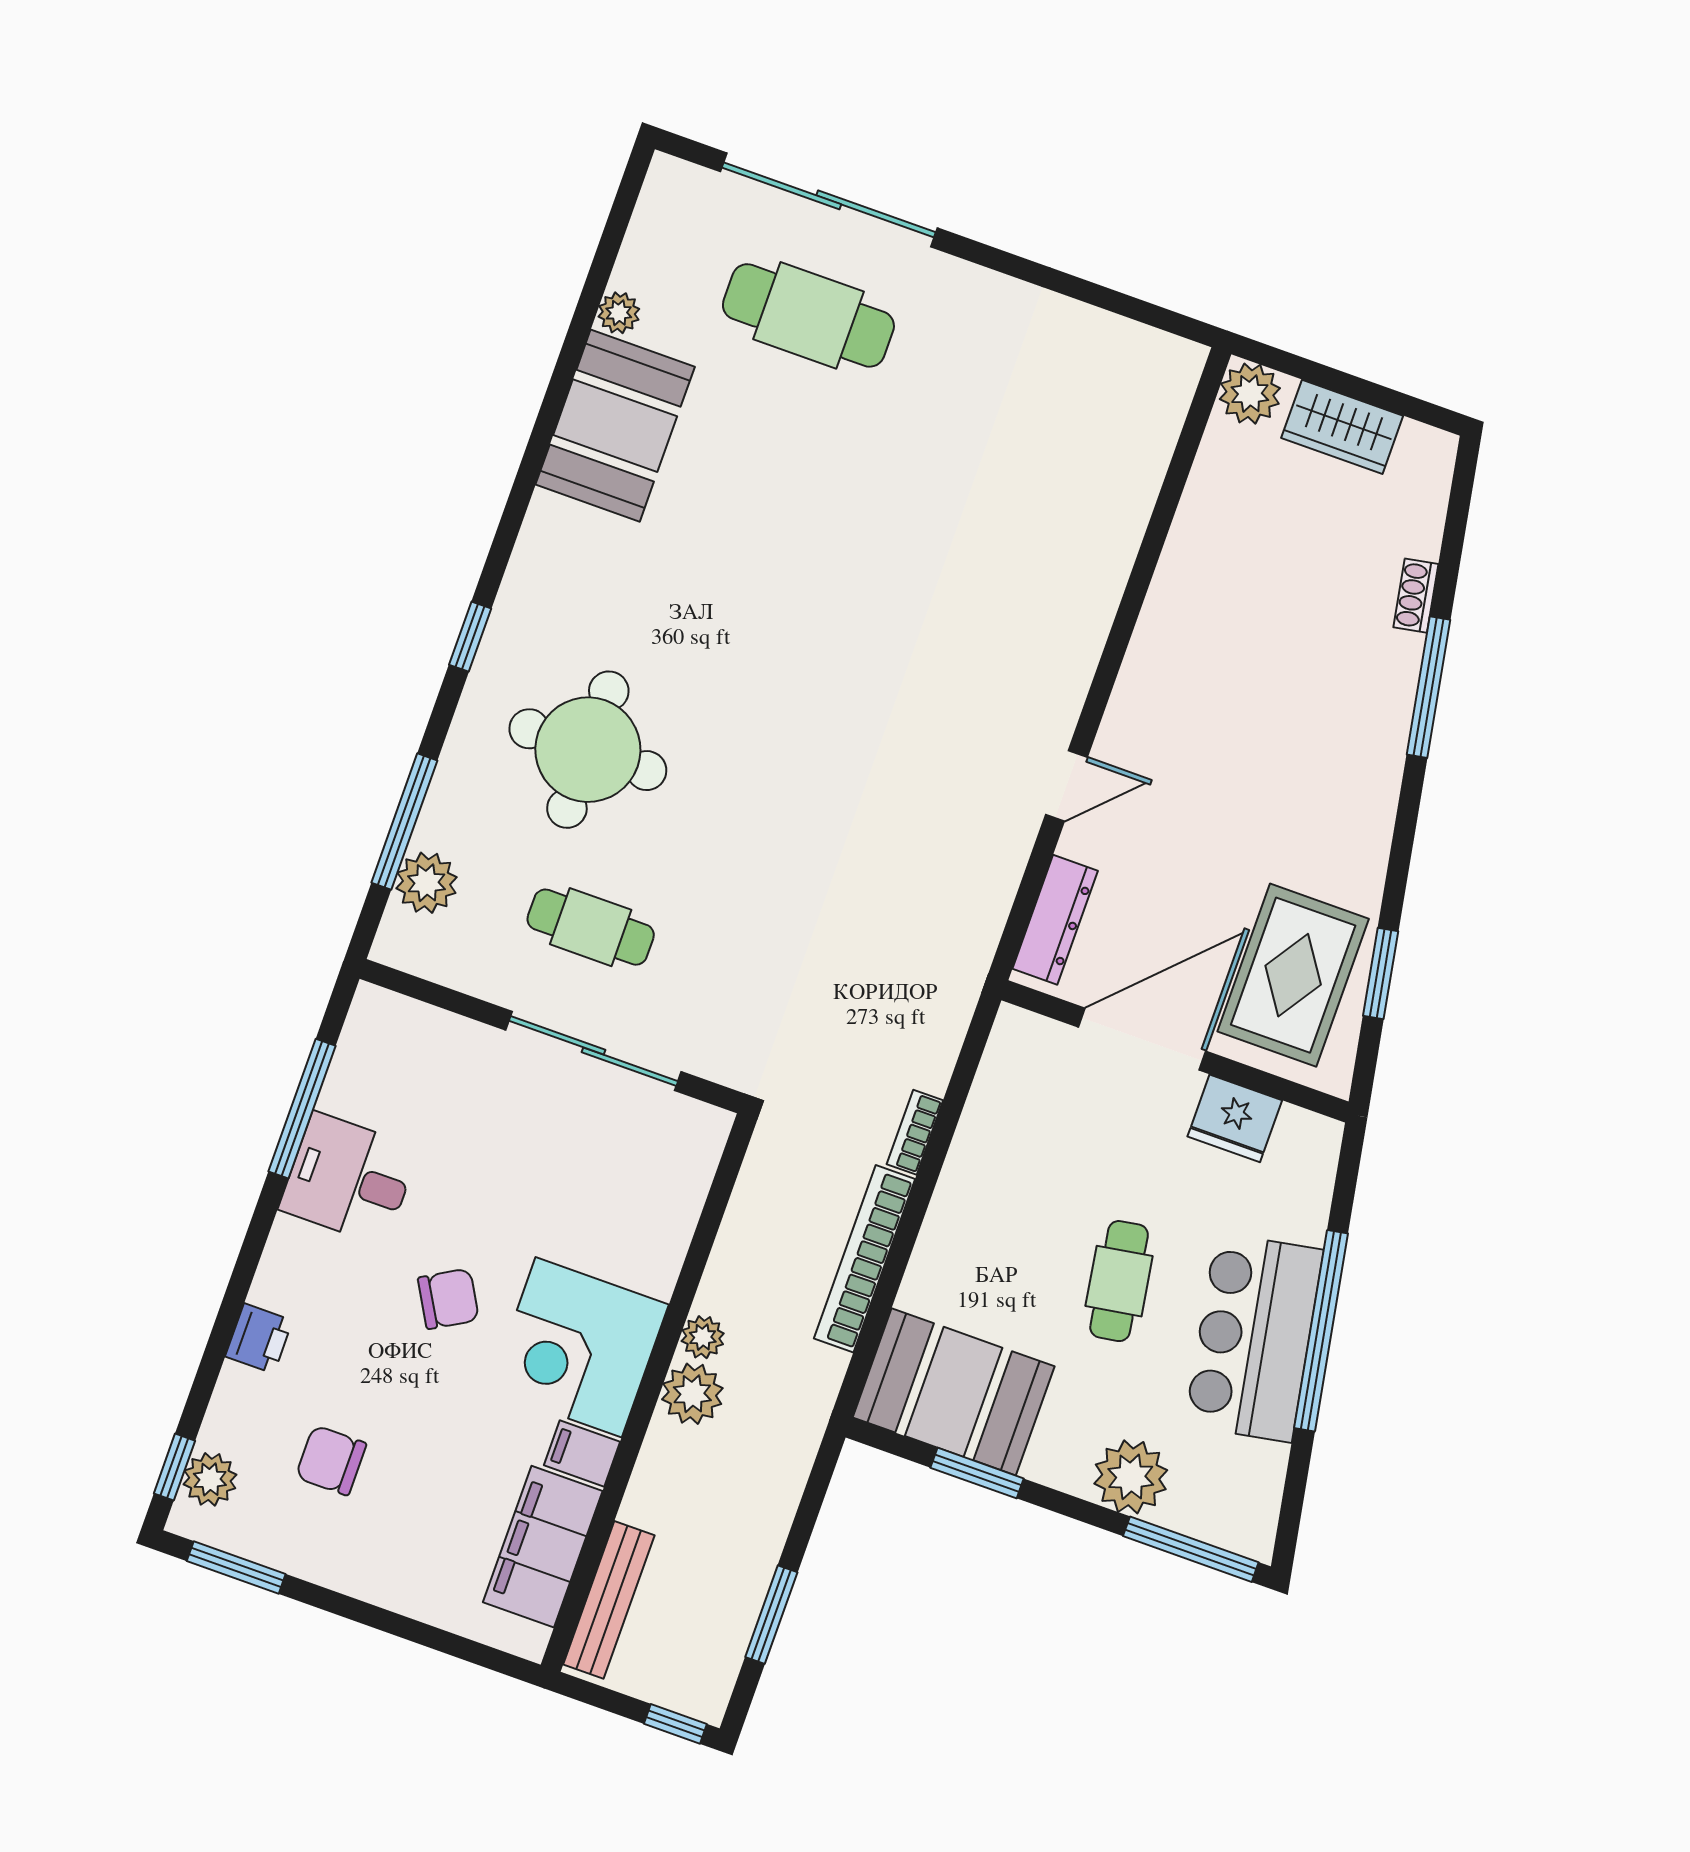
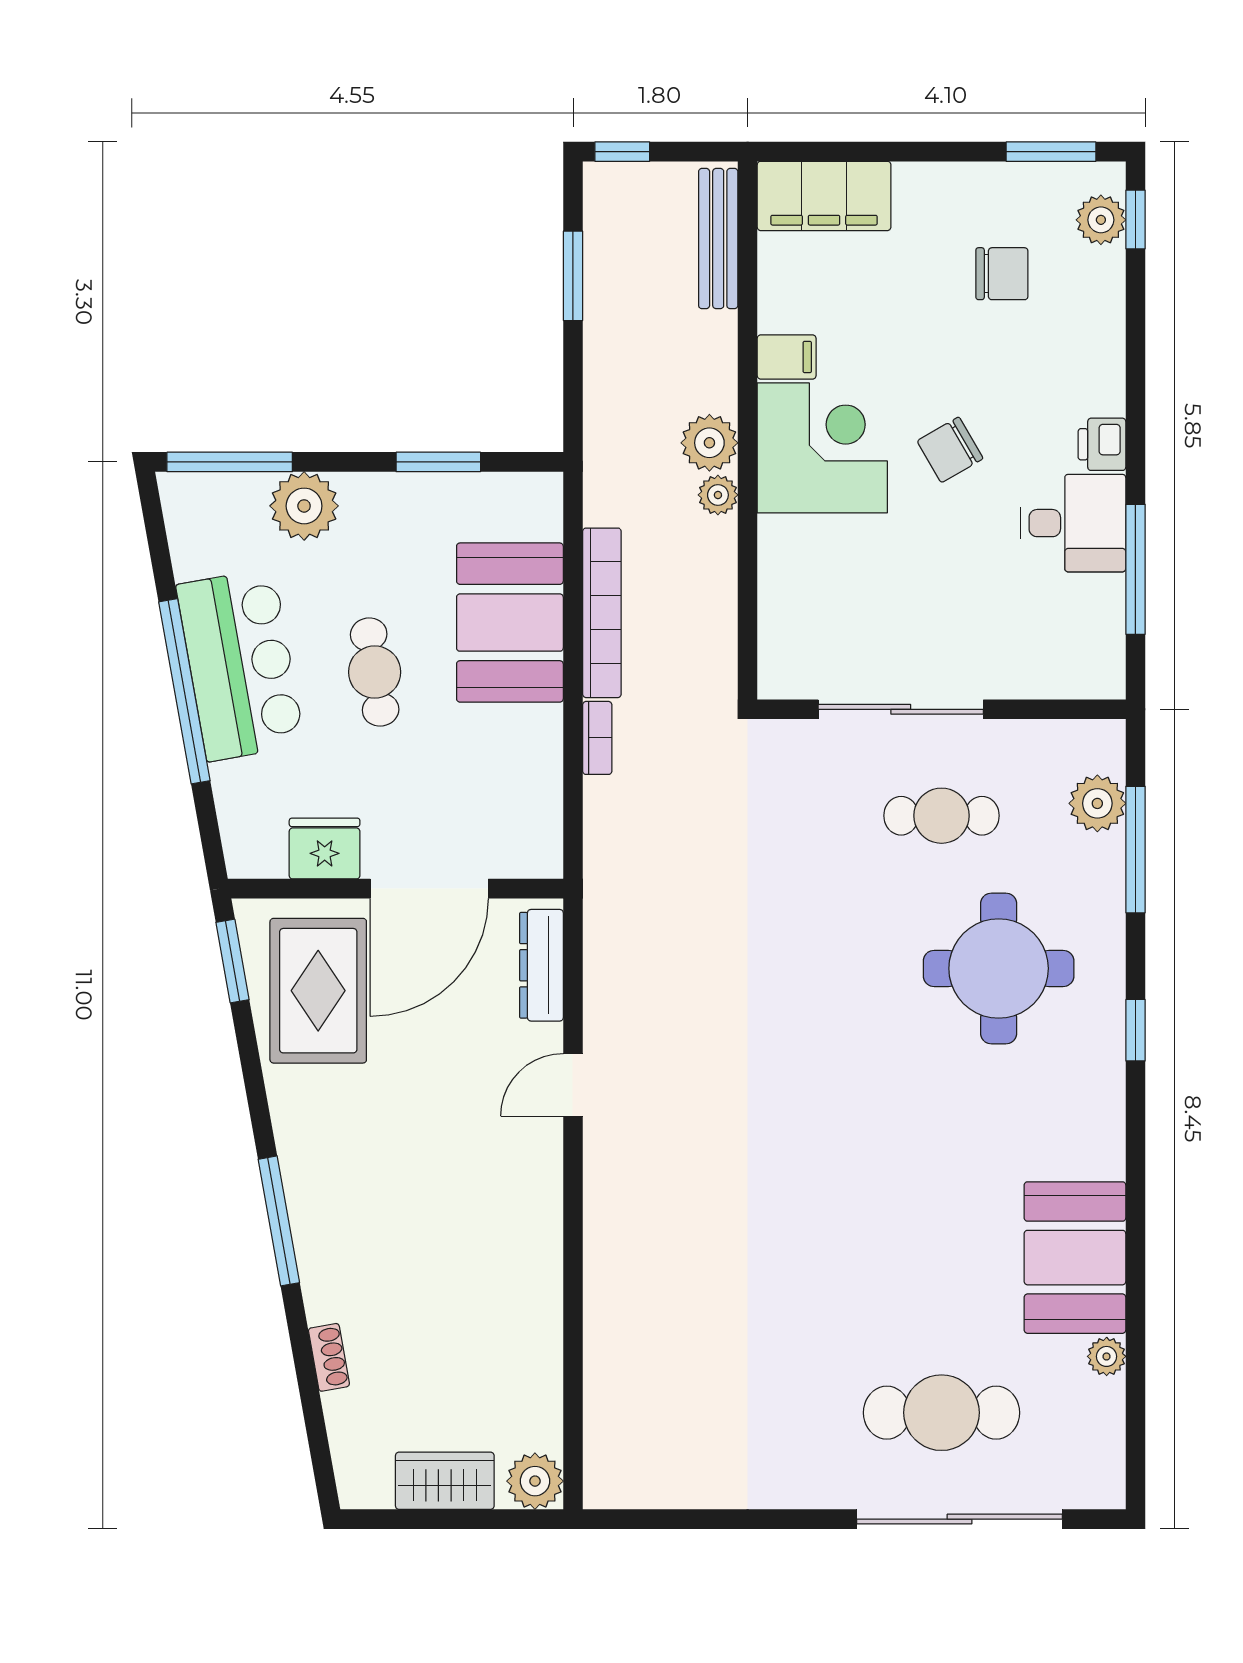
window: (1428, 687) -> (279, 1221), moved
window: (1381, 974) -> (232, 961), moved
printer: (259, 1338) -> (1102, 444), moved
booth: (954, 1392) -> (510, 623), moved, turned 90
filing cabinet: (543, 1547) -> (824, 196), moved, turned 90

